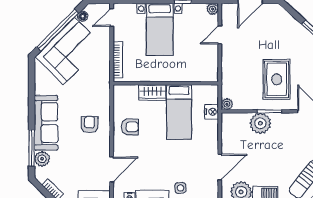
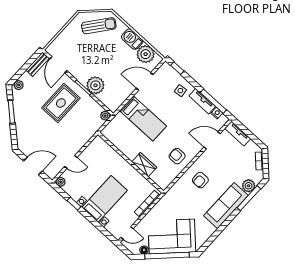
bed: (179, 112) -> (143, 118), moved, turned 90
nightstand: (211, 112) -> (119, 120), removed

